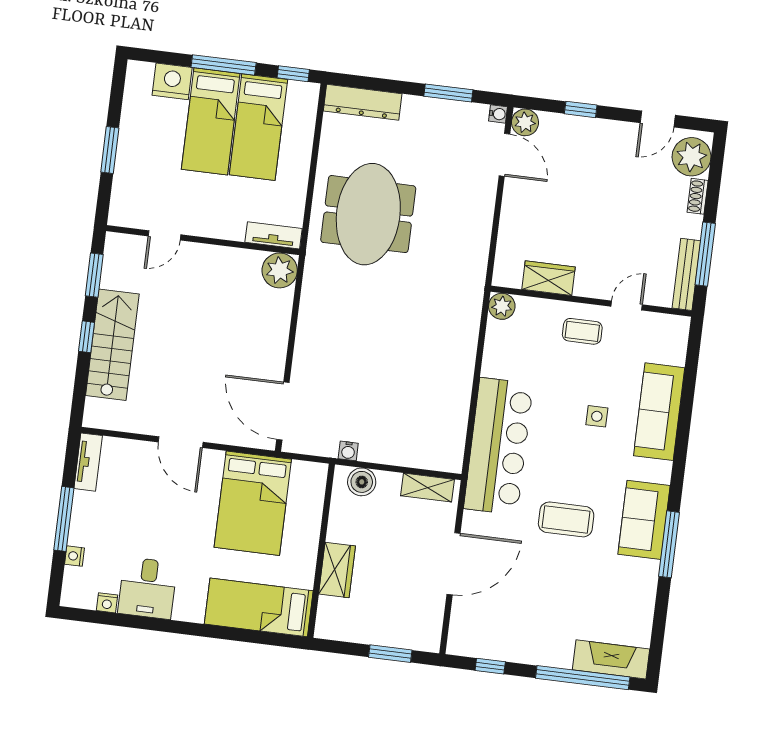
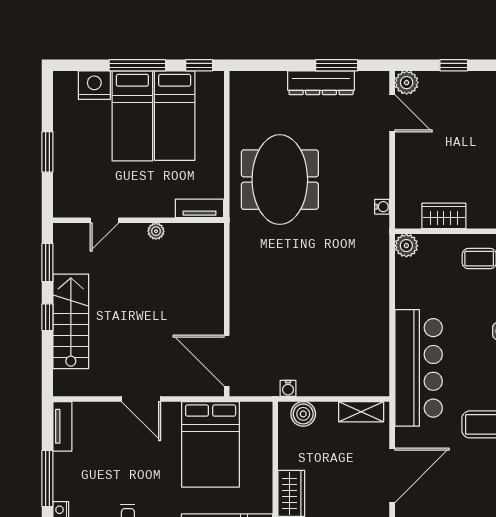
dresser: (363, 102) -> (321, 83), moved
water cooler: (498, 114) -> (382, 207), moved
plant: (280, 270) -> (156, 231), moved, width x0.53, depth x0.53

